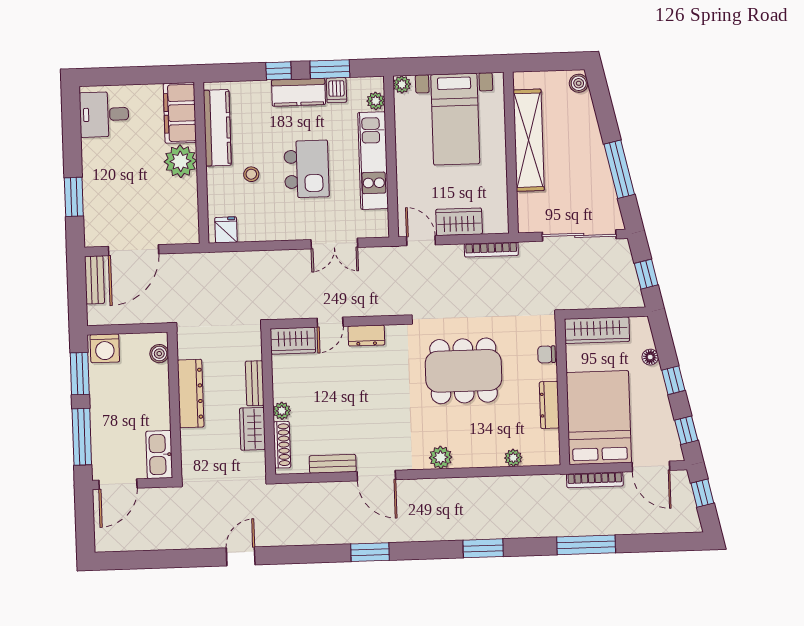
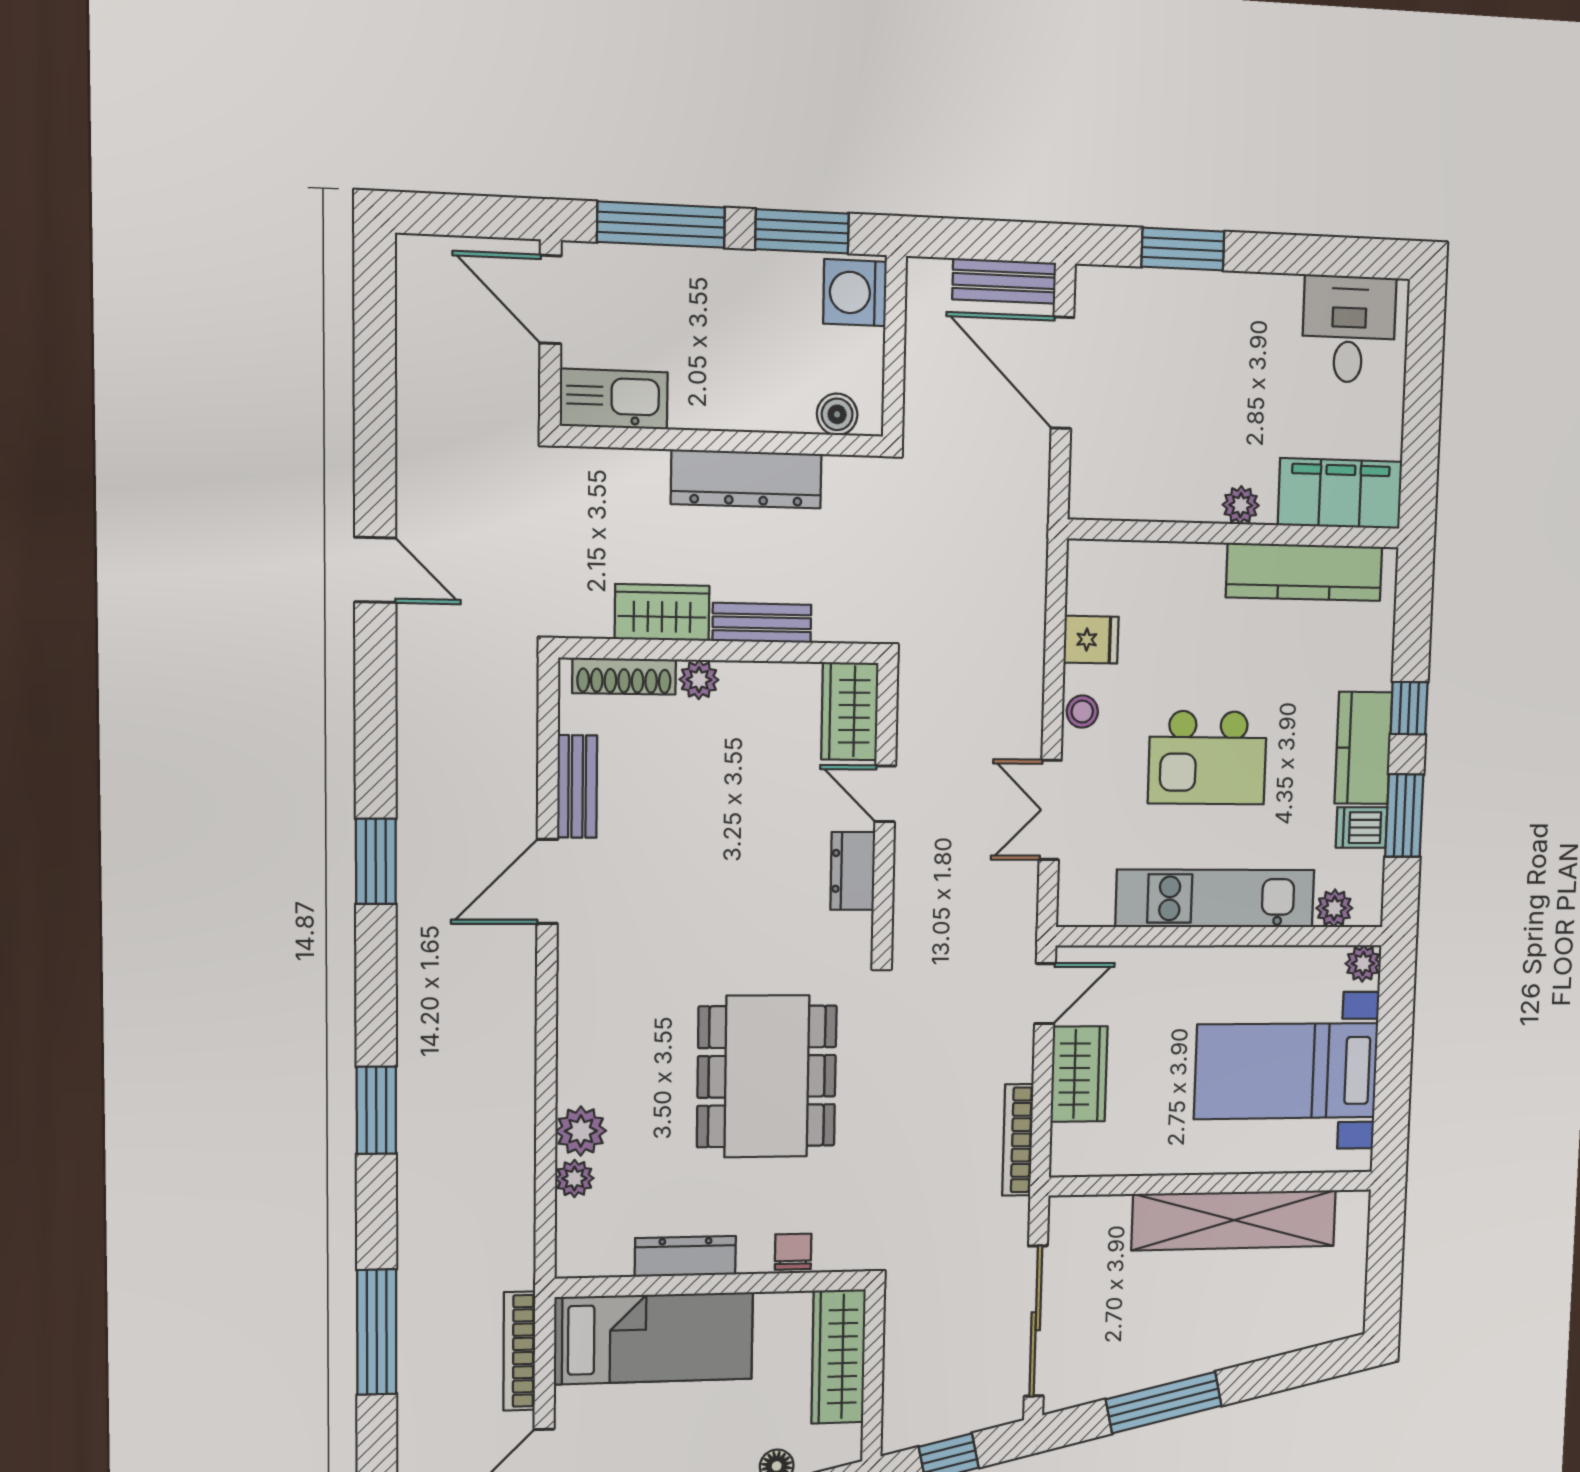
boiler: (579, 83) -> (1339, 1322), removed
plant: (180, 161) -> (1241, 505), width x0.53, depth x0.53
stool: (251, 174) -> (1082, 712), moved
fridge: (226, 230) -> (1091, 640), moved
bed: (599, 418) -> (654, 1338), width x0.67
plant: (441, 457) -> (581, 1131), moved

